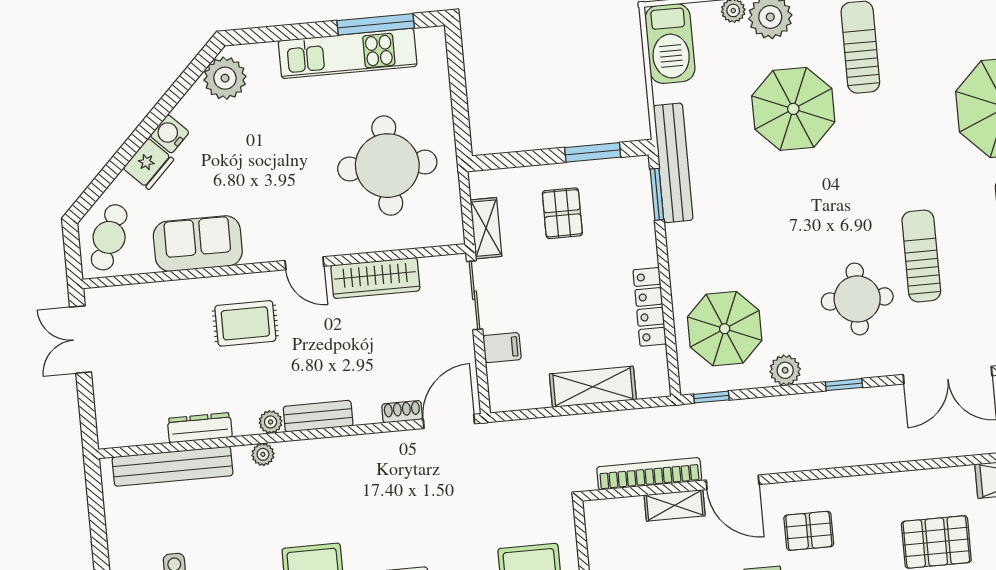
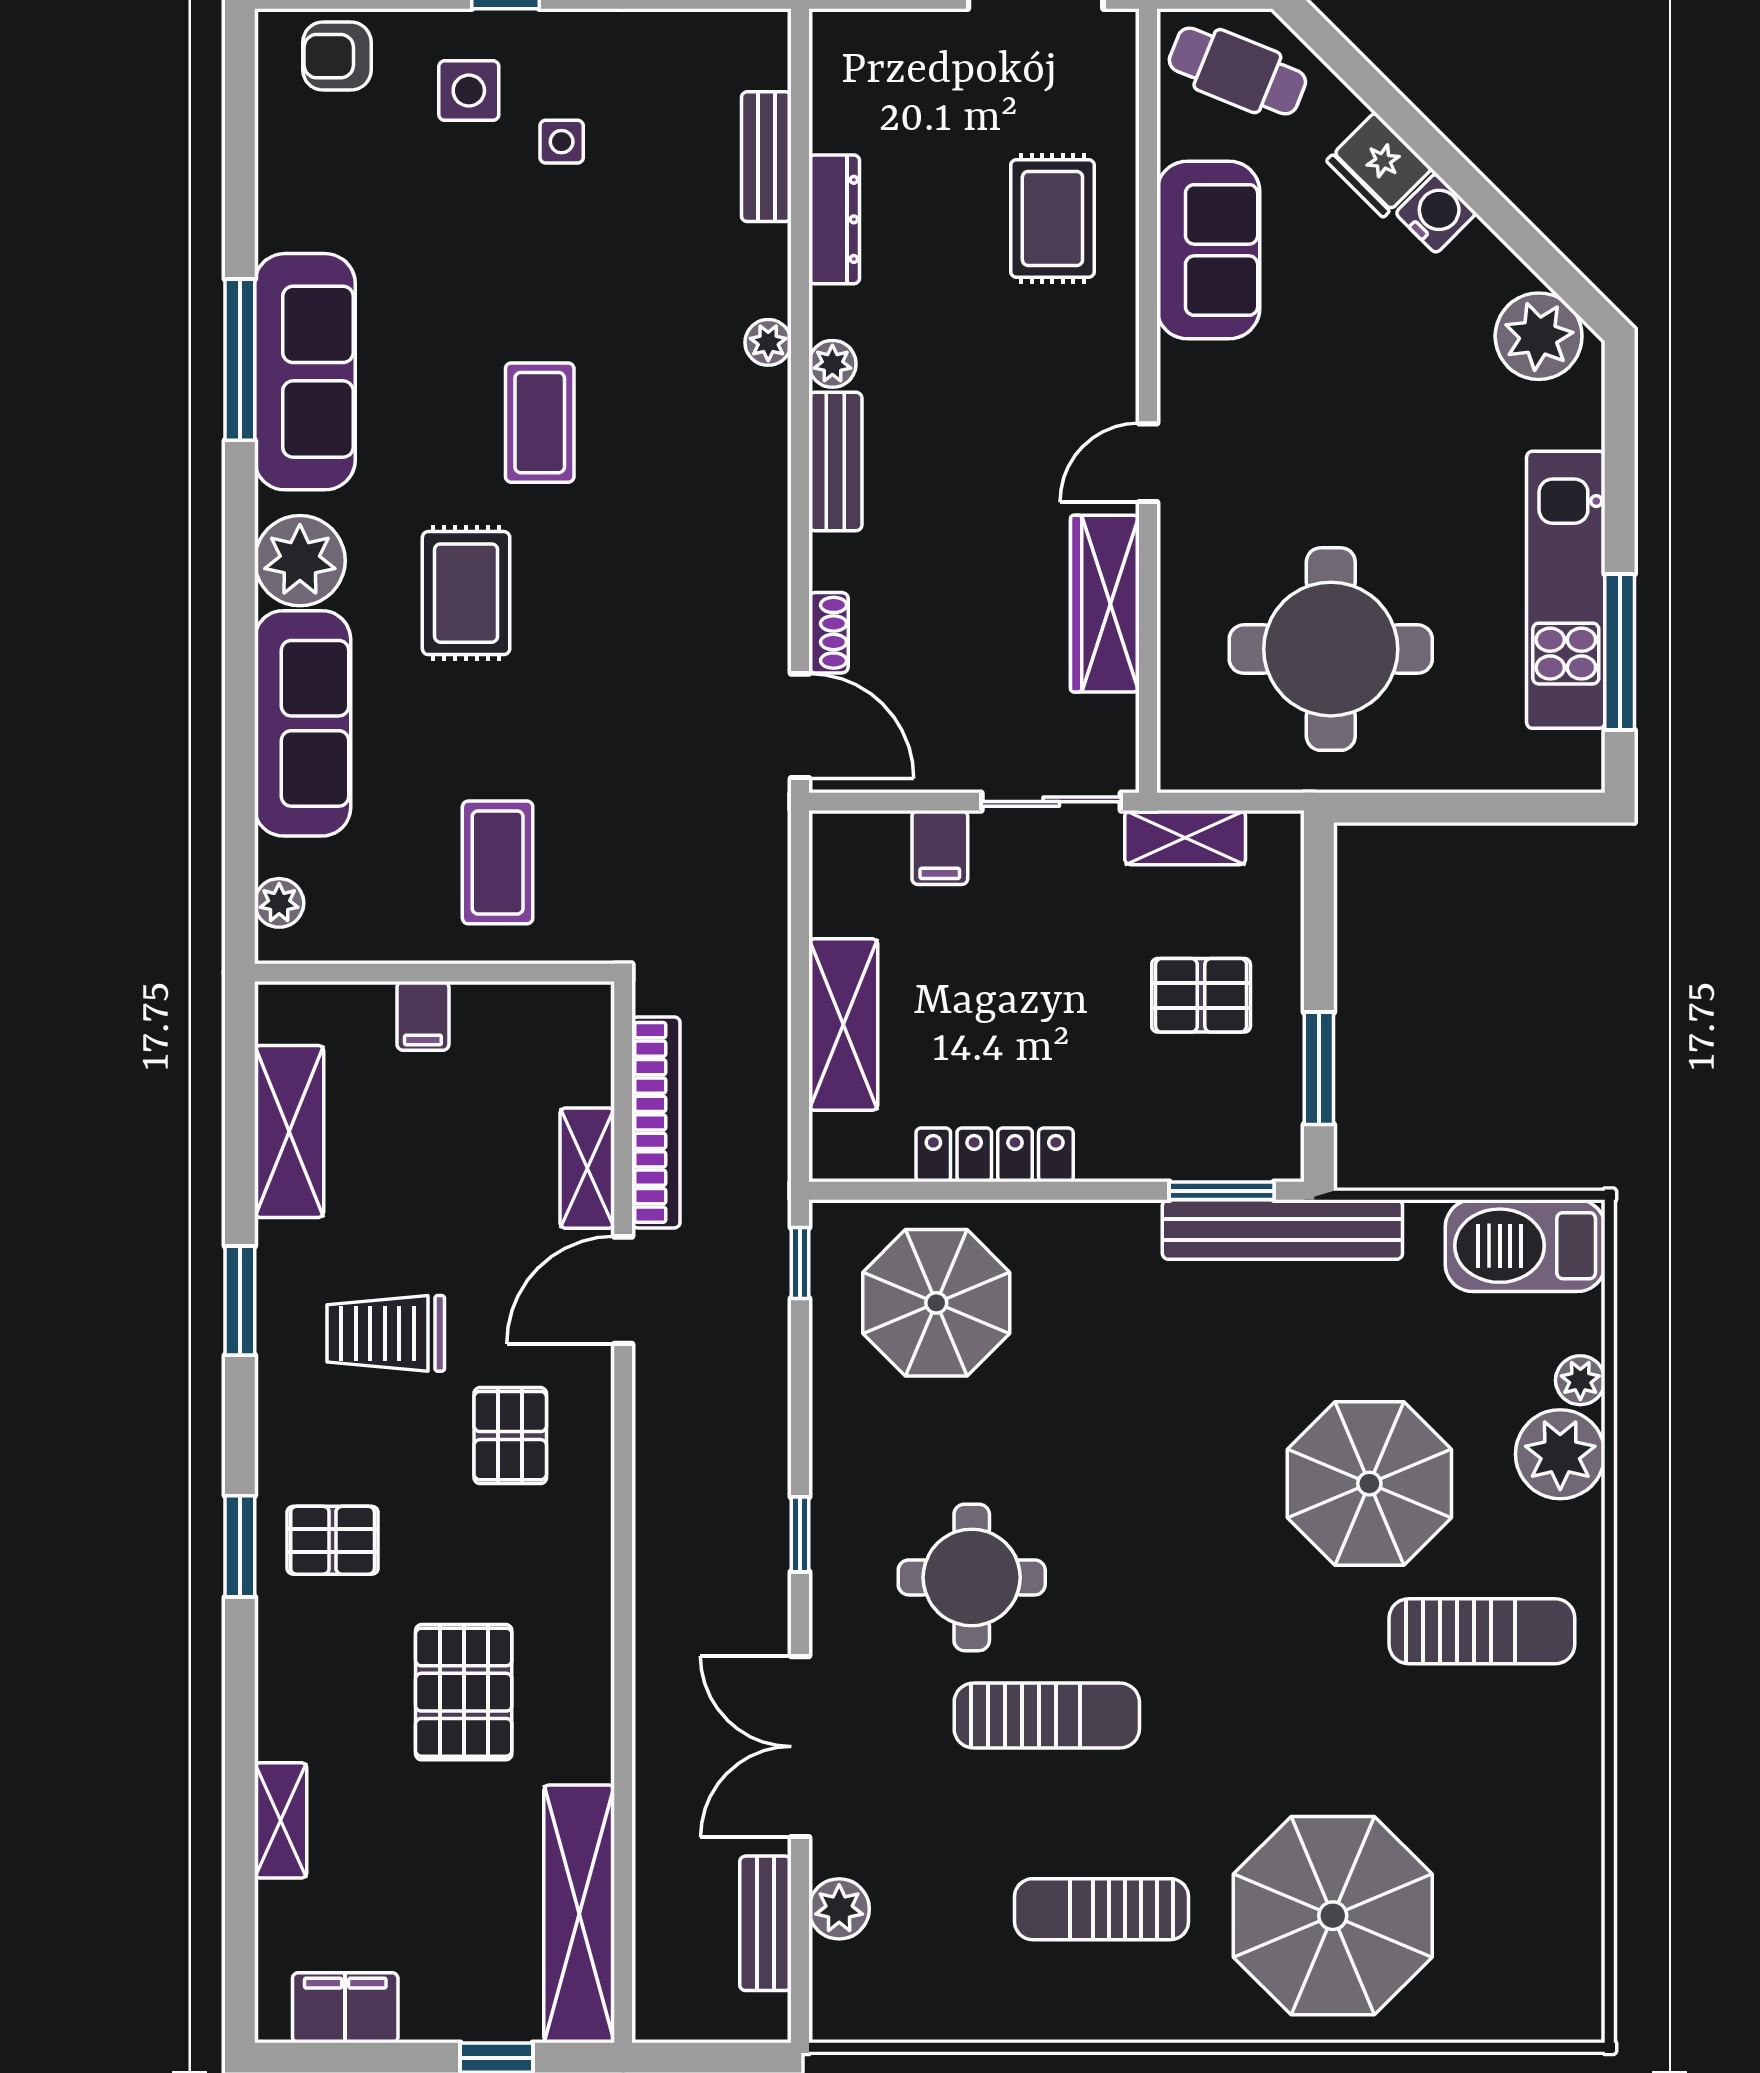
rug: (245, 323) -> (1052, 218), moved
plant: (785, 370) -> (840, 1418), removed
bench: (173, 466) -> (766, 157), width x0.54, depth x0.82

